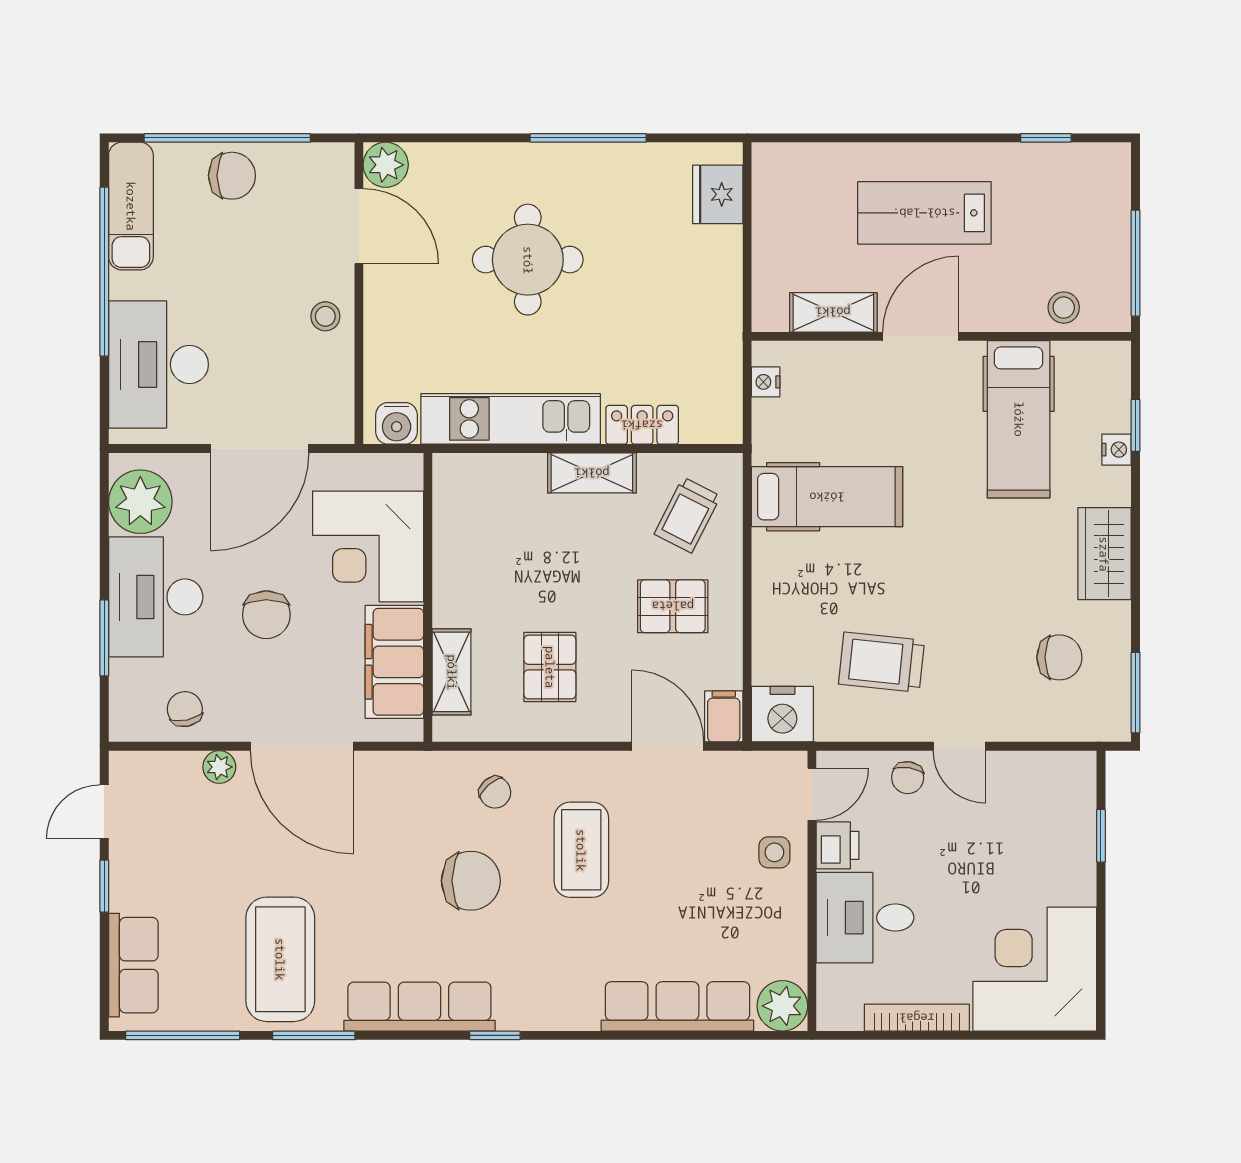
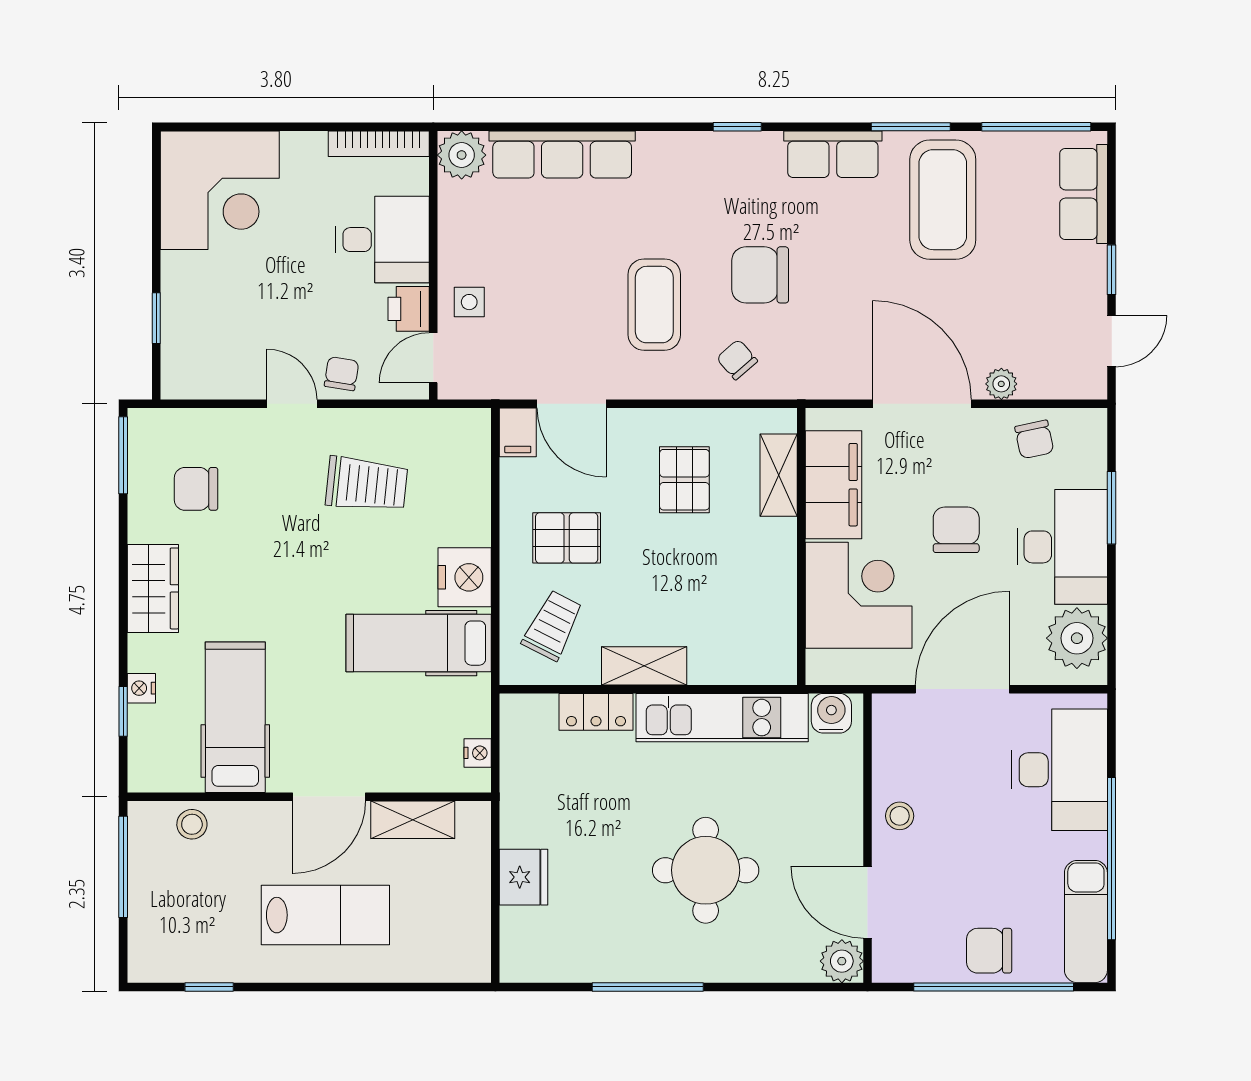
fridge: (718, 194) -> (524, 877), moved
nightstand: (782, 714) -> (465, 577), moved, turned 90
row of seats: (419, 1007) -> (833, 154), width x0.68
bookcase: (917, 1018) -> (379, 144), moved

